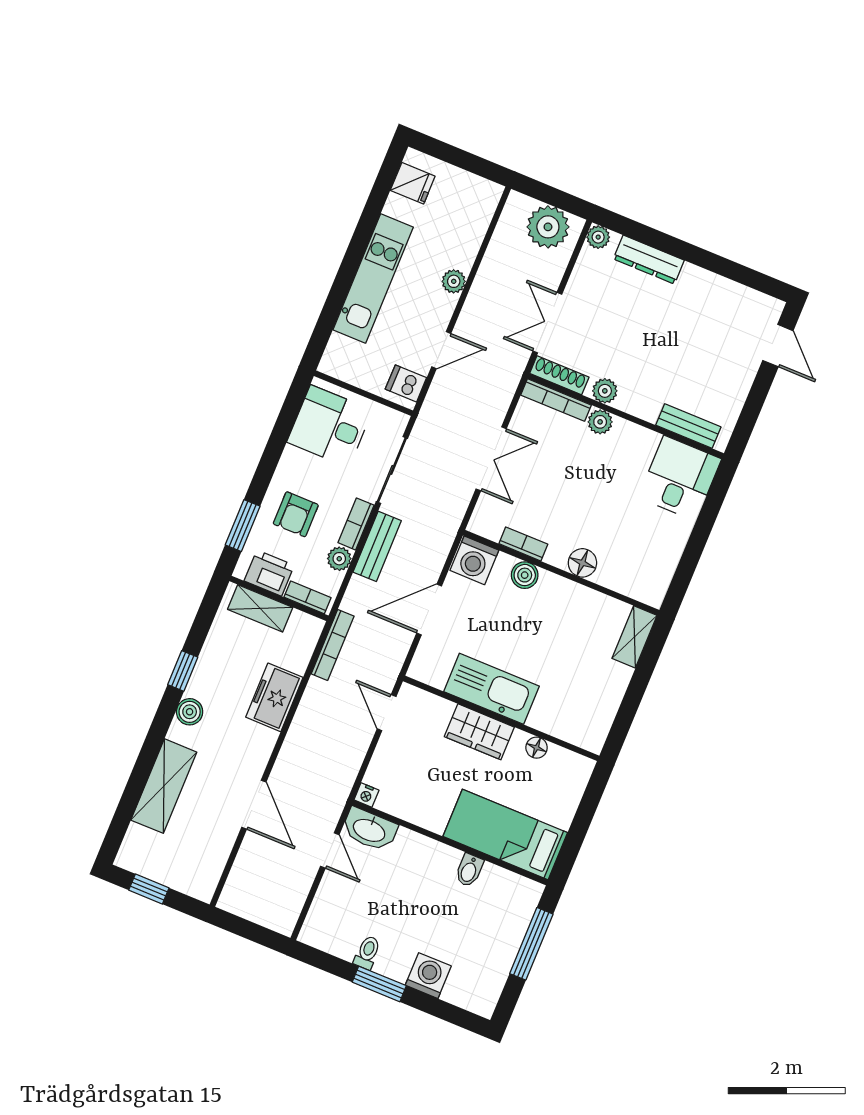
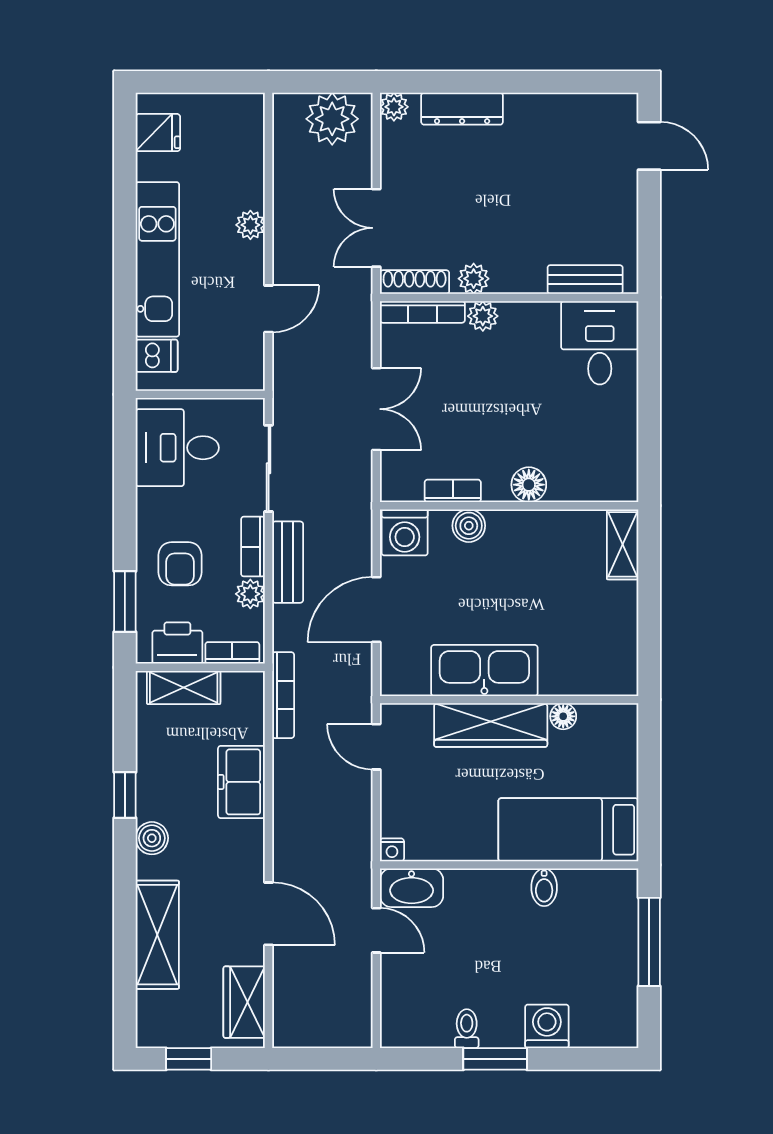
dishwasher: (406, 383) -> (157, 356), moved, turned 180
wardrobe: (479, 732) -> (491, 725), width x1.50
wardrobe: (208, 864) -> (244, 1002), added

